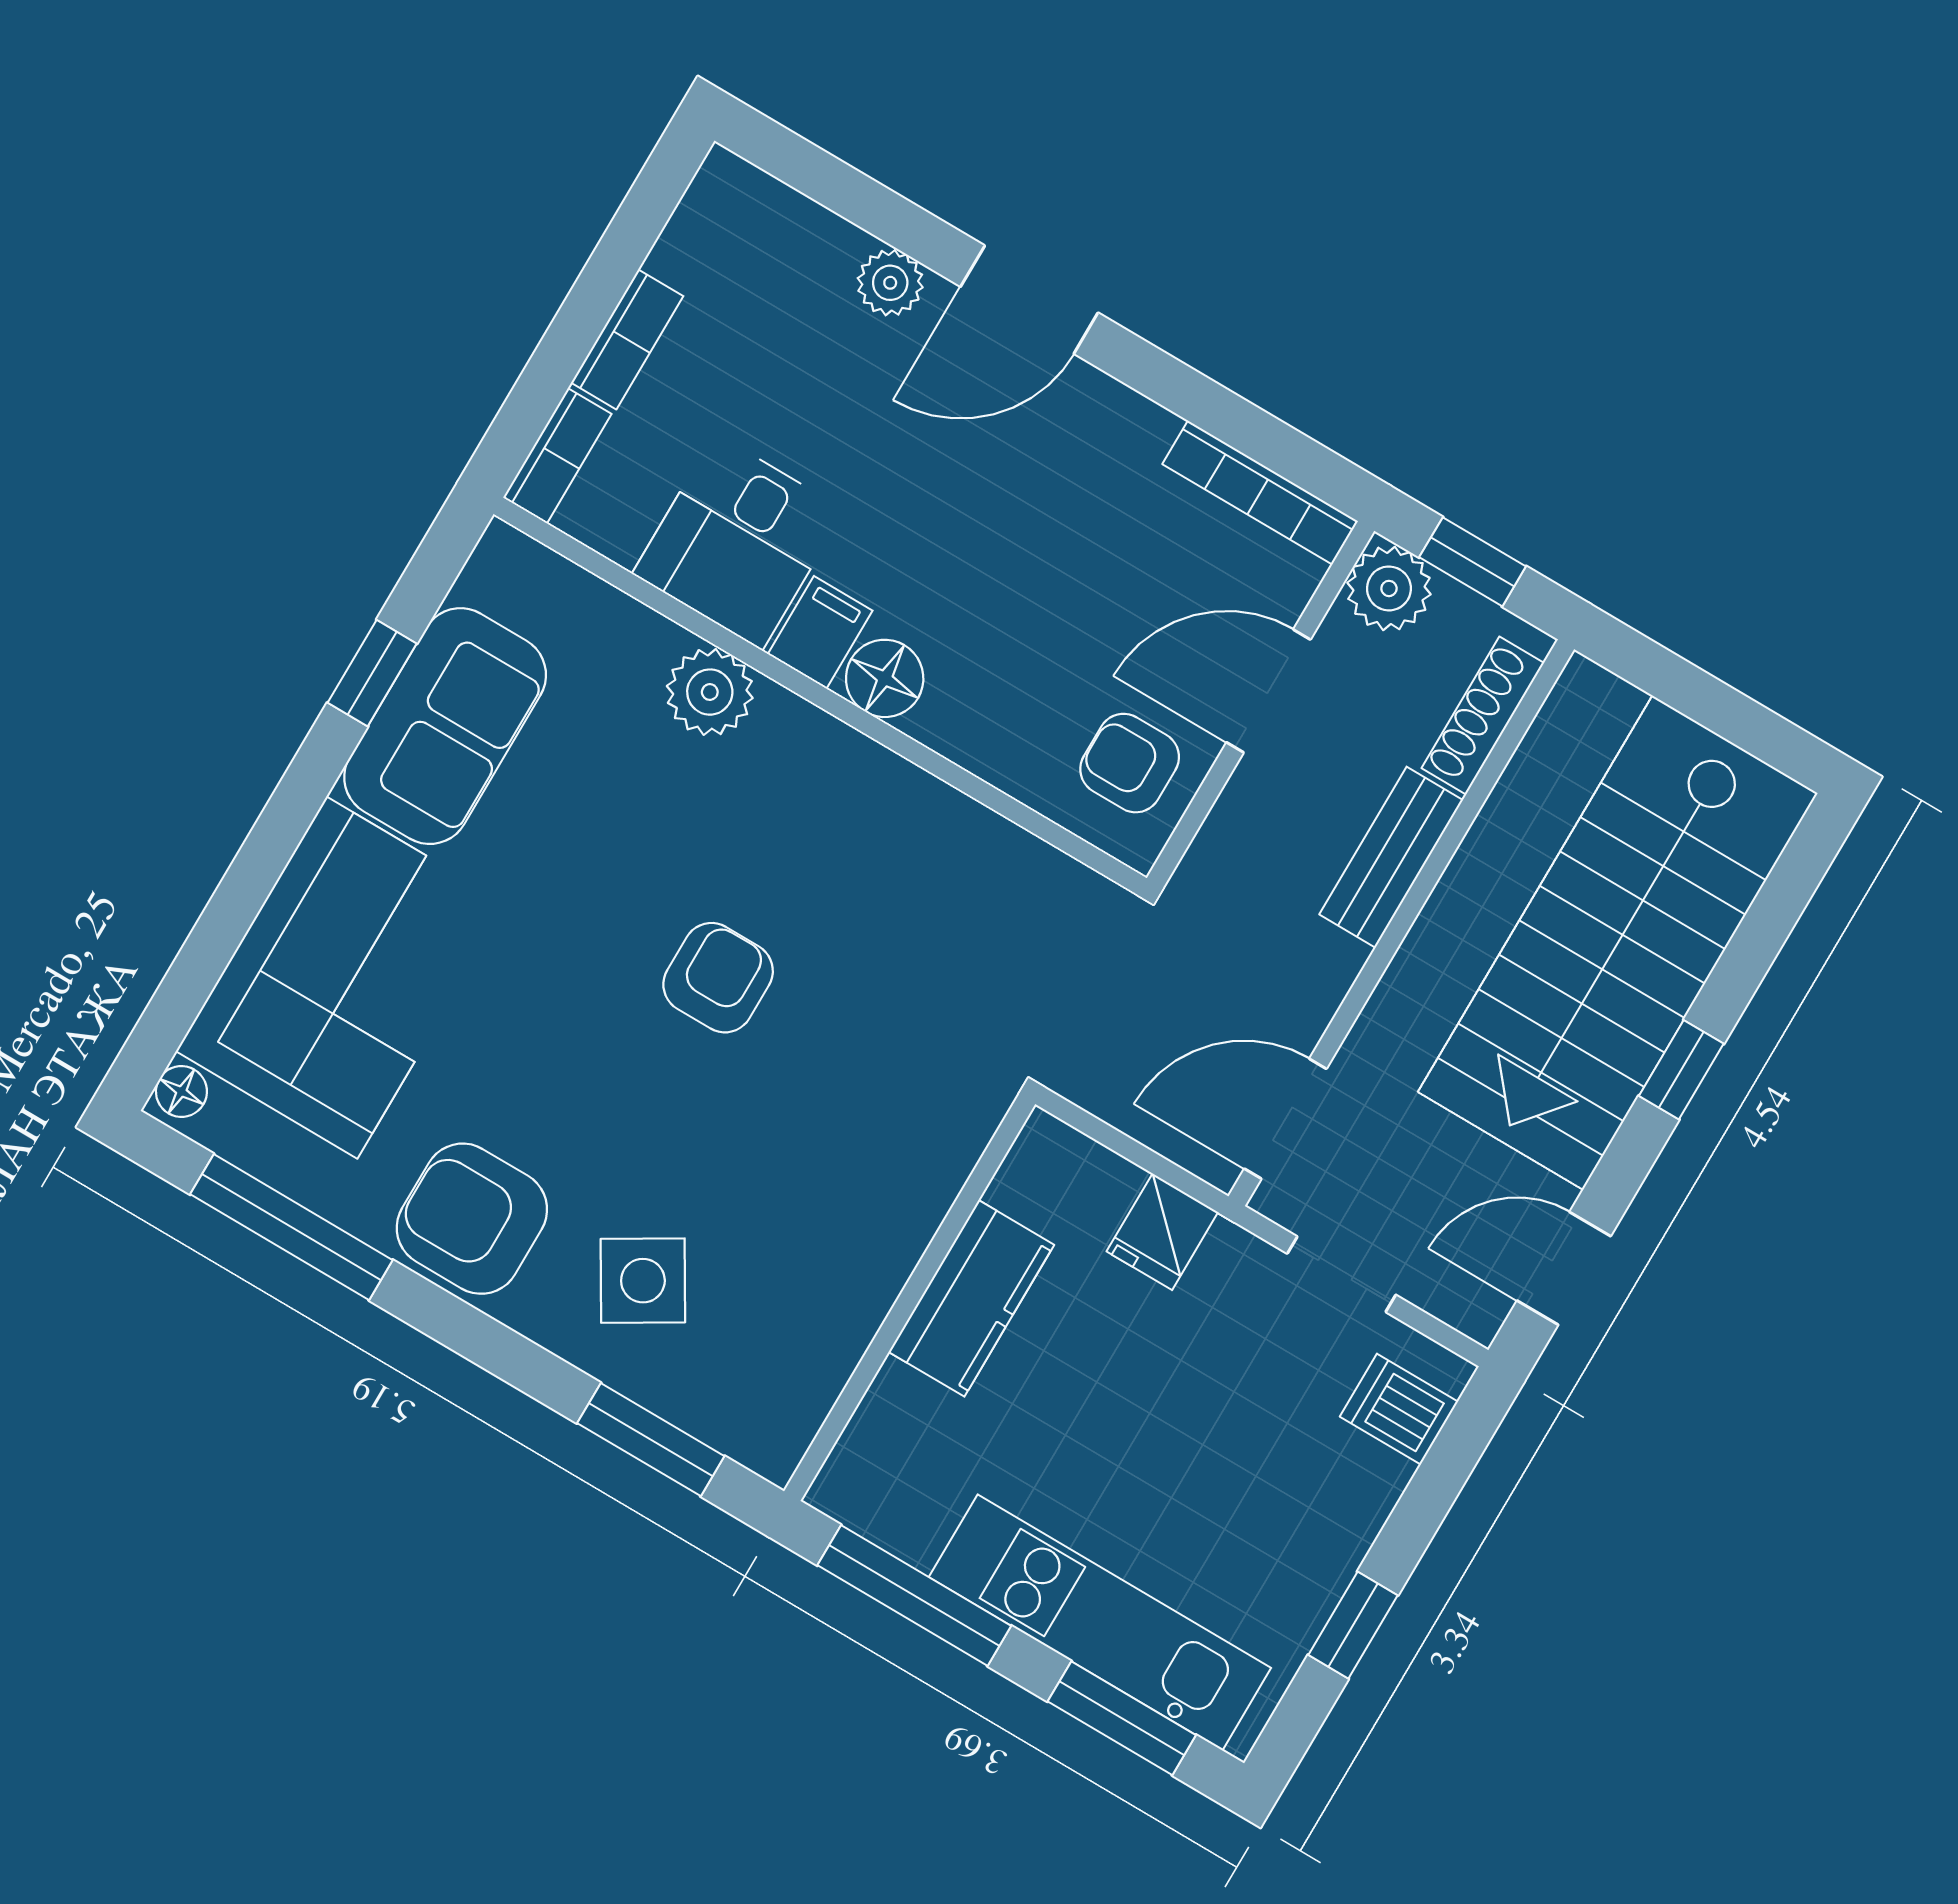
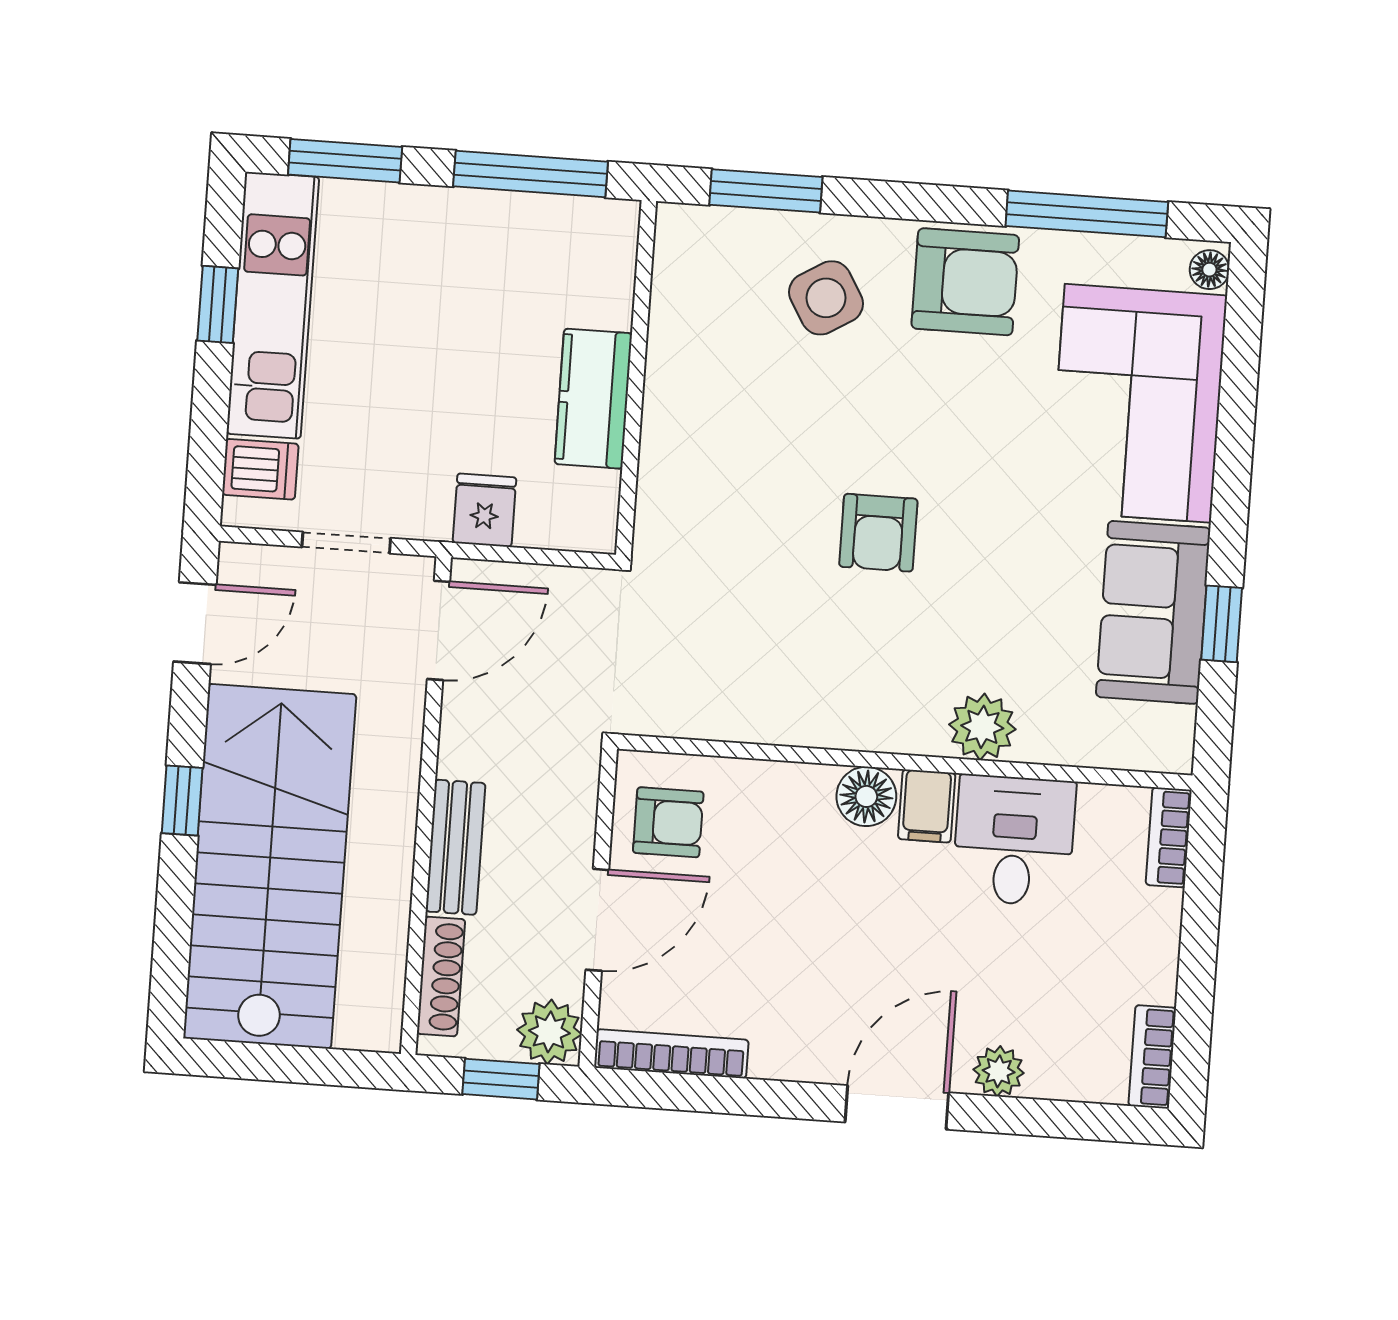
bookcase: (627, 339) -> (1152, 1057), moved
kitchen unit: (1100, 1622) -> (273, 305), moved, turned -90

